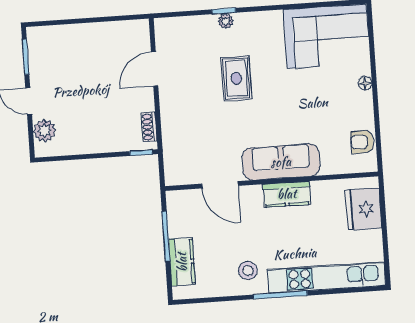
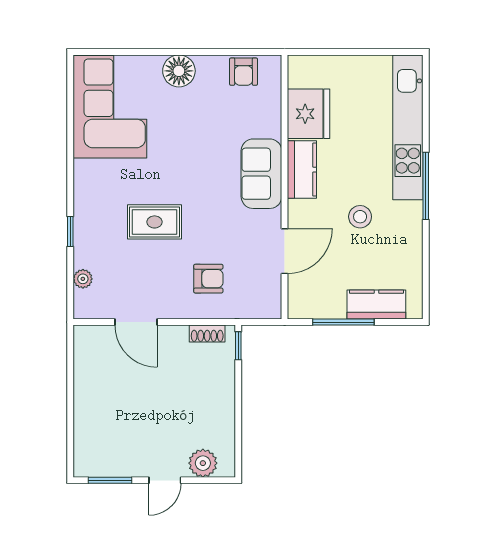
plant: (226, 21) -> (83, 279), moved
floor lamp: (365, 83) -> (179, 71), width x1.89, depth x1.89
armchair: (194, 125) -> (208, 279), added
sofa: (281, 162) -> (261, 174), width x0.73
fridge: (363, 209) -> (309, 114), moved, turned -90
stool: (248, 271) -> (360, 217), moved

